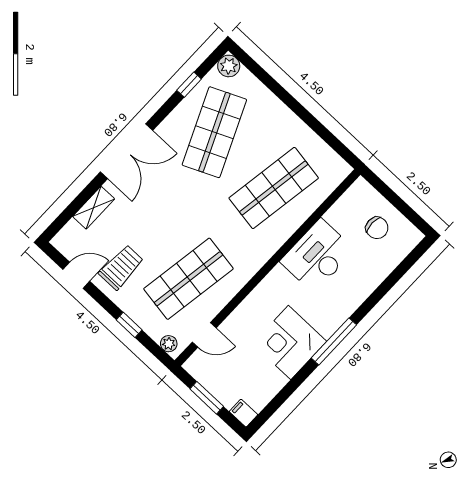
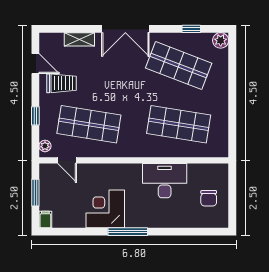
shop shelf: (214, 132) -> (179, 66), turned 45

